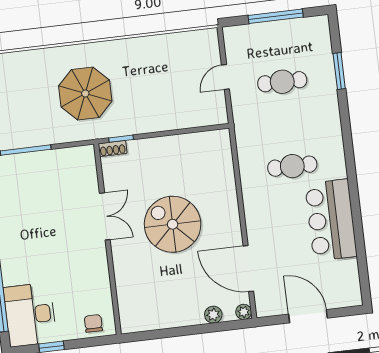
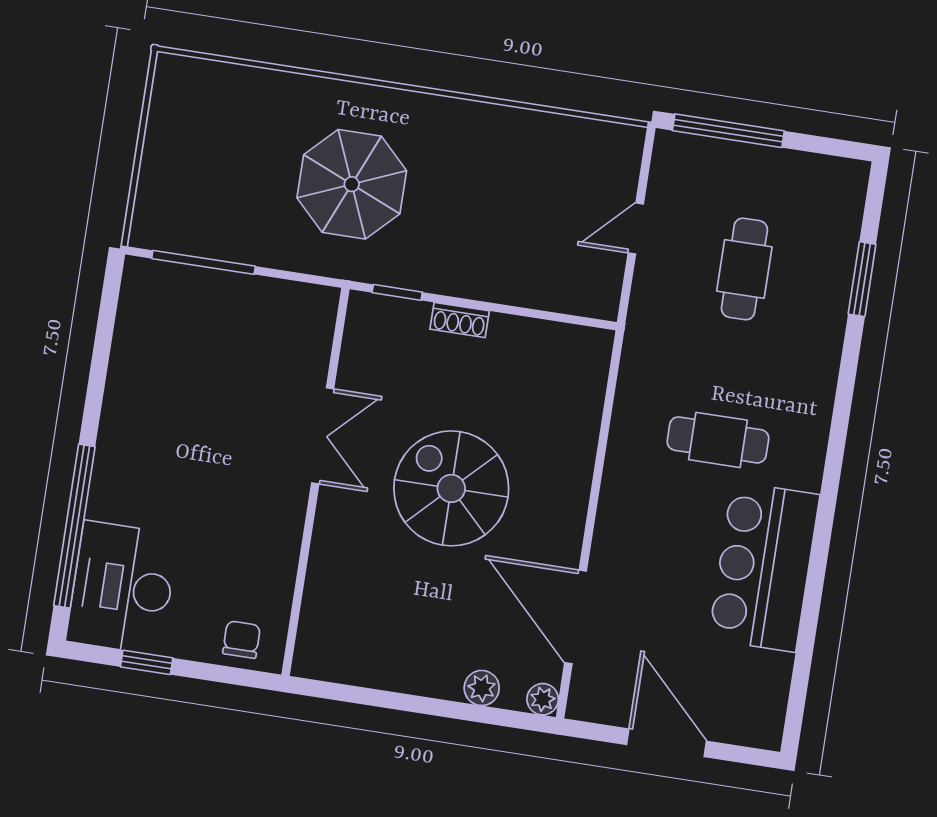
window: (276, 16) -> (728, 131), moved
cafe table: (282, 82) -> (744, 269), turned 90
shoe rack: (113, 148) -> (460, 320), moved

